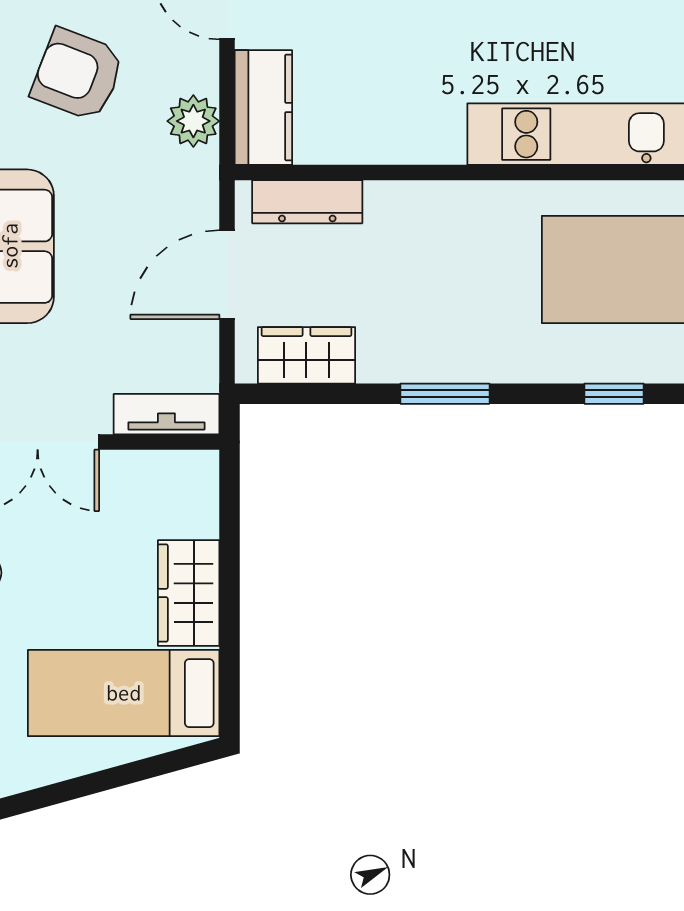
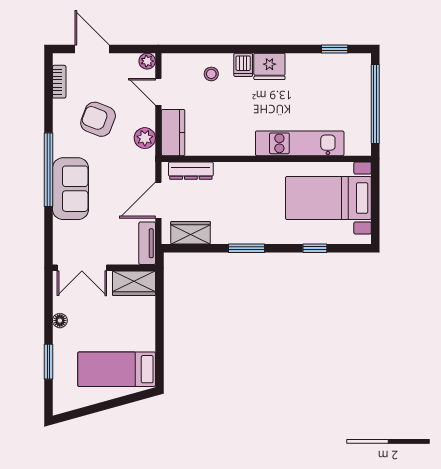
tv unit: (166, 414) -> (147, 243), moved, turned -90
wardrobe: (189, 593) -> (134, 283), moved, turned -90

